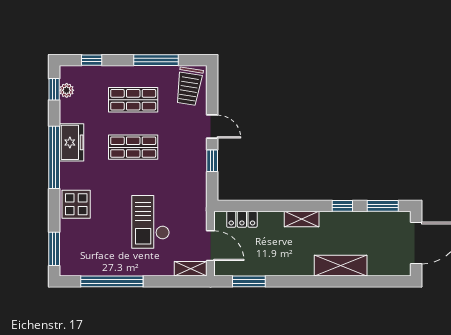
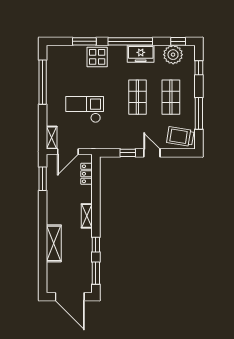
plant: (67, 90) -> (173, 55), width x1.88, depth x1.88
door: (212, 127) -> (152, 153), swing flipped
window: (54, 249) -> (84, 41), moved

